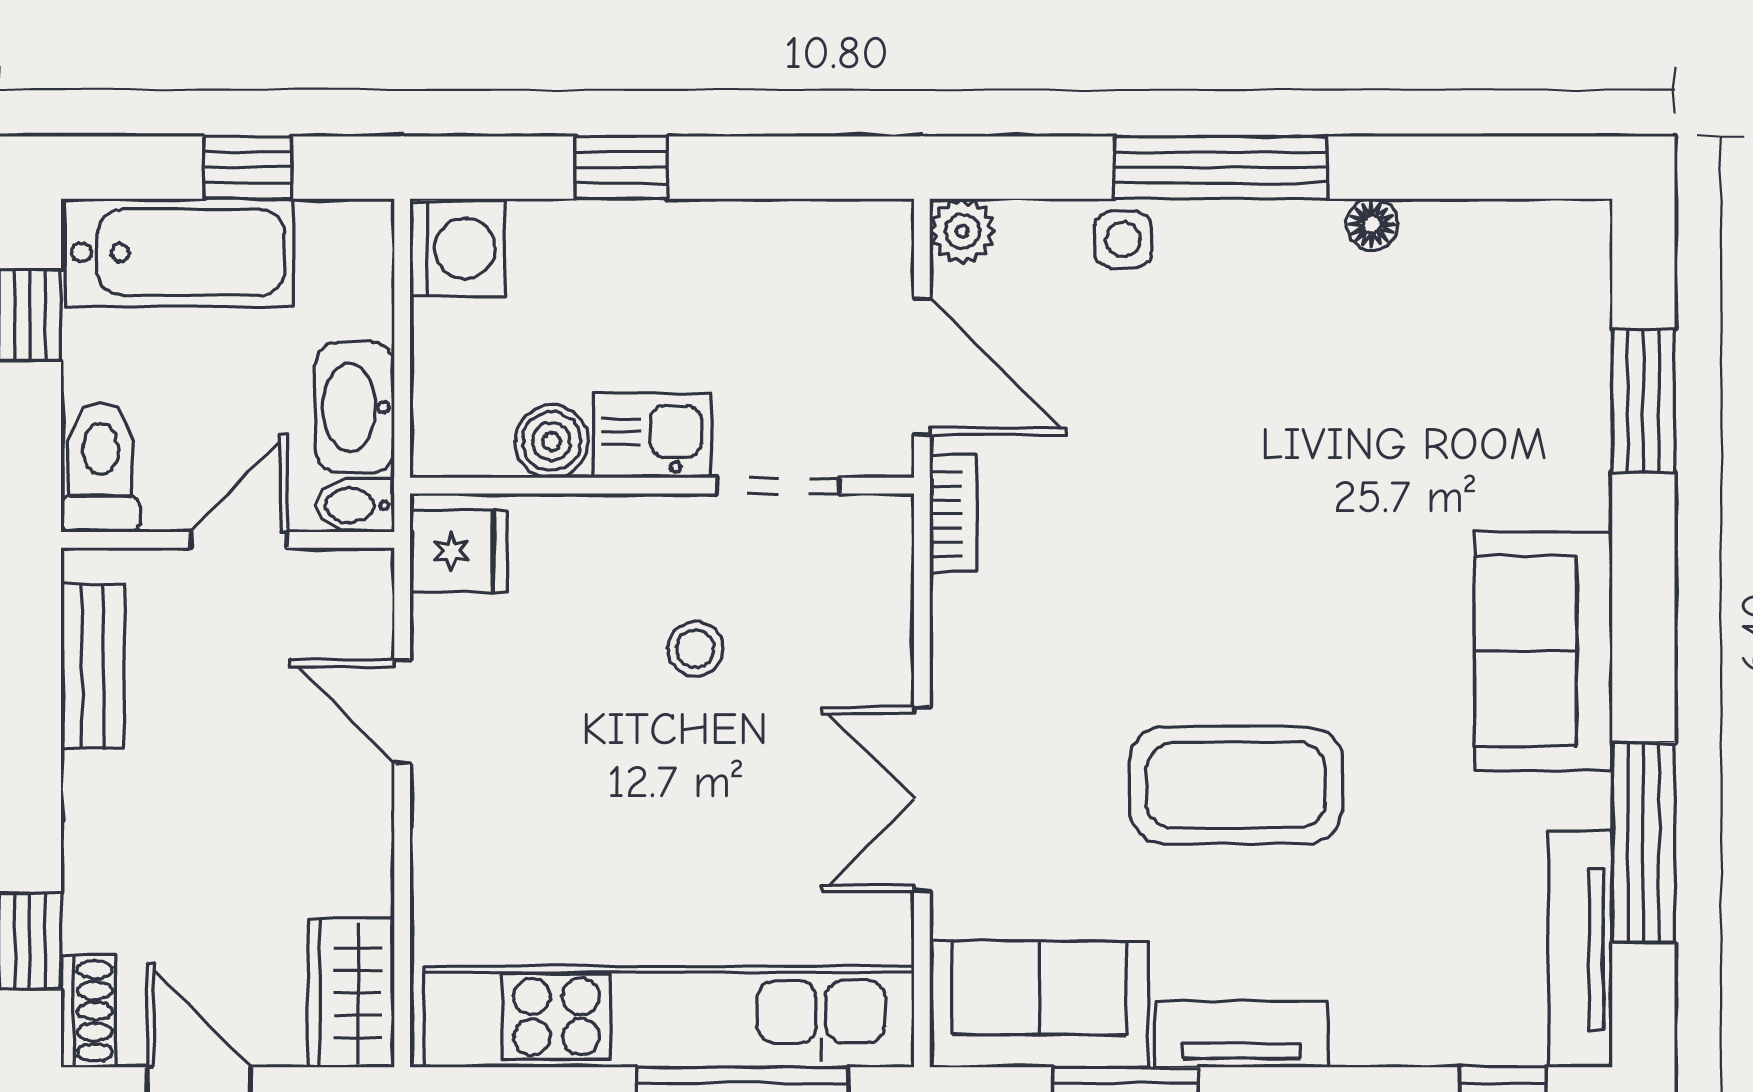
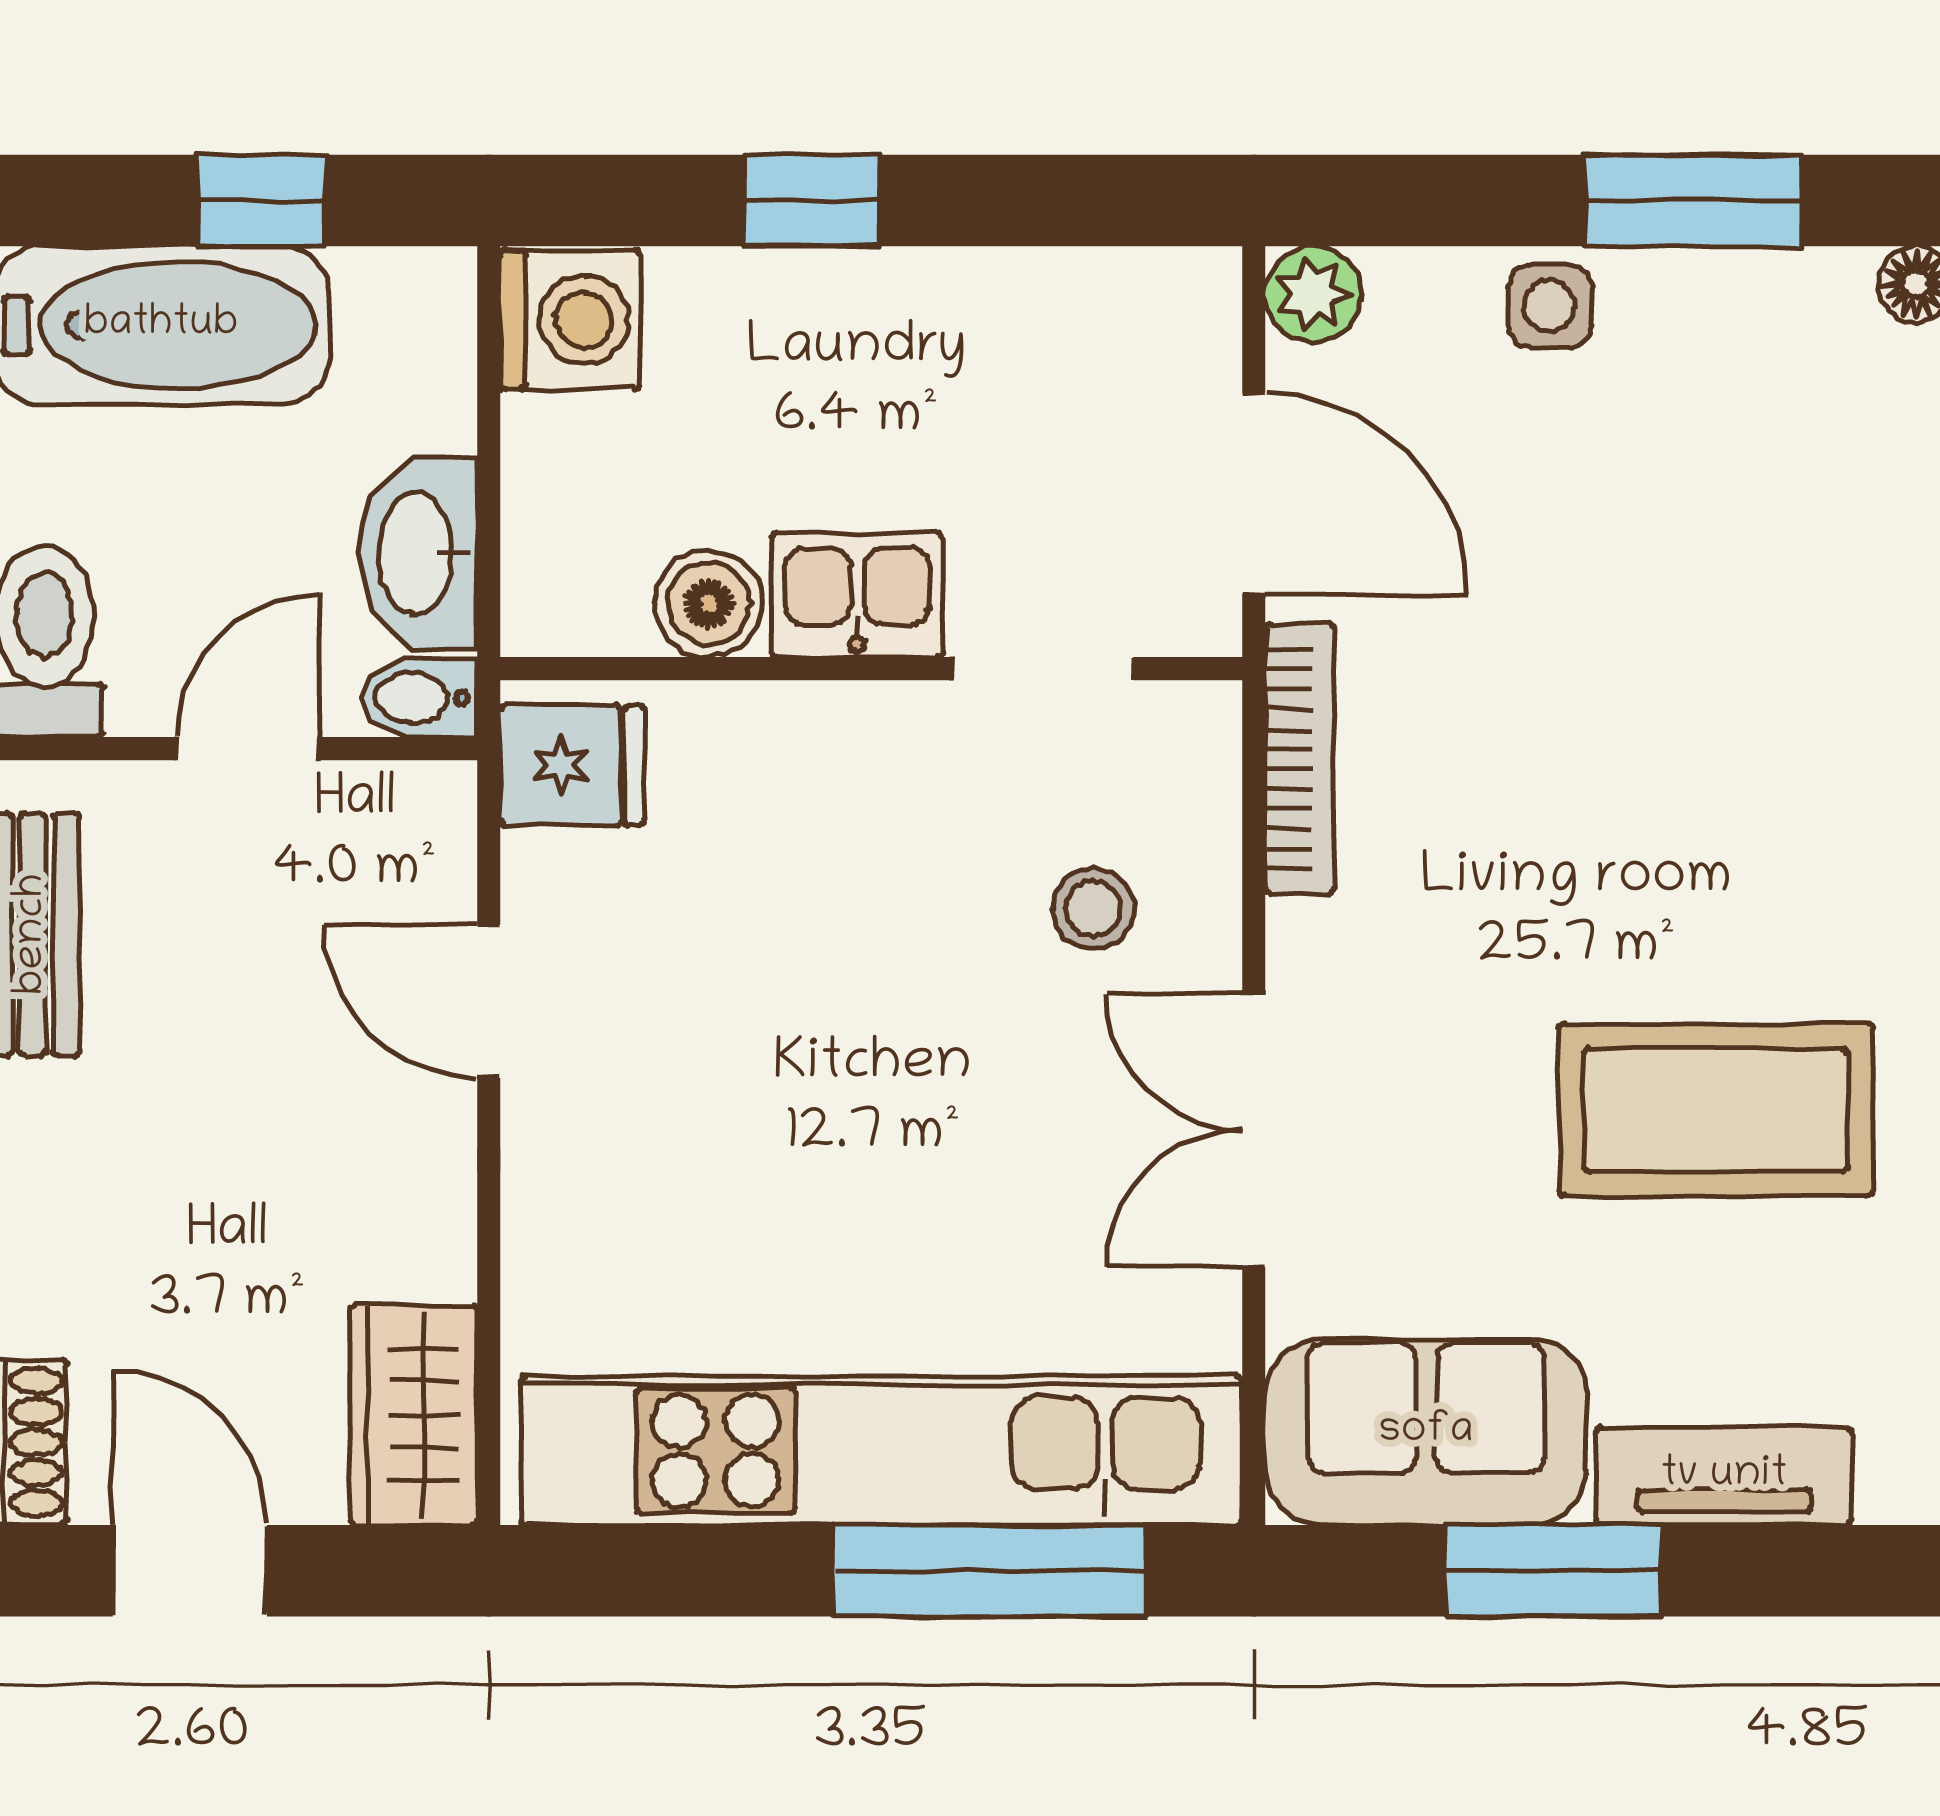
window: (1221, 168) -> (1693, 201), width x0.69
bookcase: (953, 514) -> (1300, 759), width x1.56
stool: (695, 649) -> (1093, 909), moved

